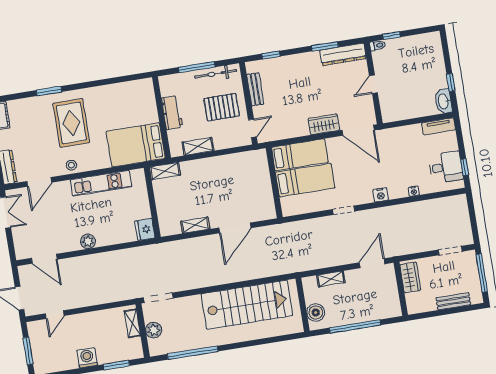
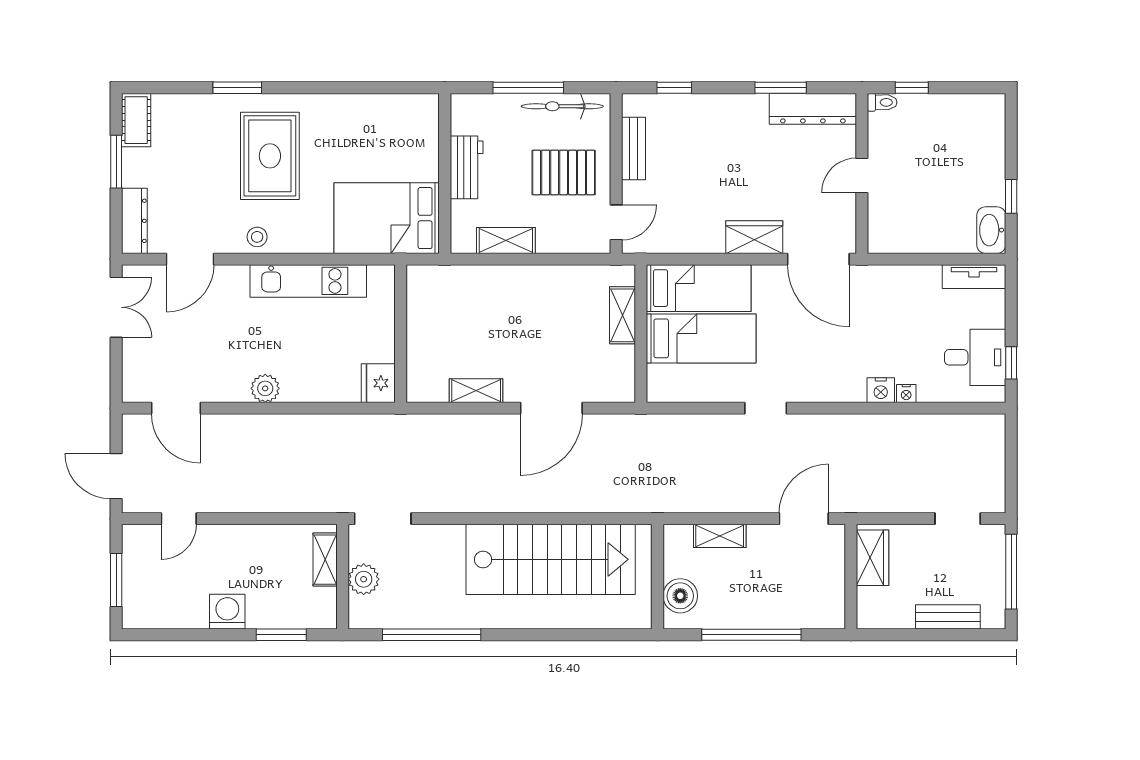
shelving: (165, 171) -> (623, 315), moved, turned 90
nightstand: (381, 195) -> (881, 390), moved

